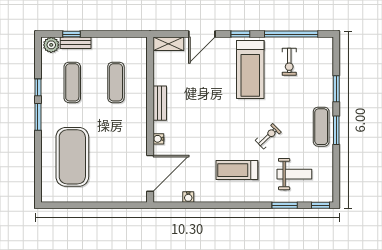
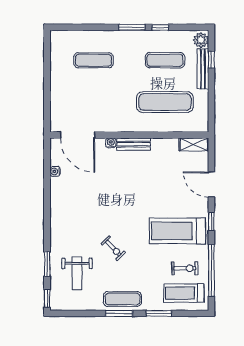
bench: (76, 43) -> (203, 69), width x1.36
shelving: (168, 44) -> (194, 144), moved, turned 90
exercise bike: (289, 62) -> (185, 268), turned 180
exercise mat: (116, 82) -> (165, 102), width x1.36, depth x1.45
bench: (160, 103) -> (134, 144), moved
exercise mat: (72, 157) -> (93, 60), width x0.50, depth x0.69
treadmill: (237, 170) -> (184, 293), moved, turned -90

